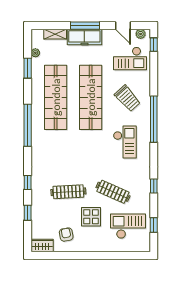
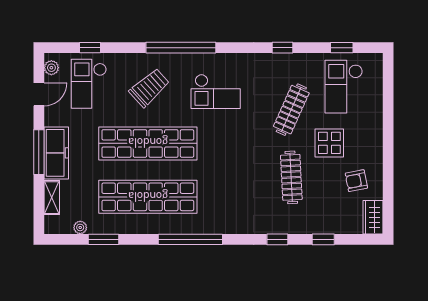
window: (154, 45) -> (90, 48), moved
checkout: (130, 59) -> (89, 84), turned 180
checkout: (125, 142) -> (216, 91), turned 180

